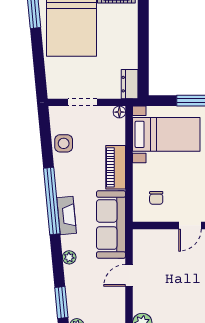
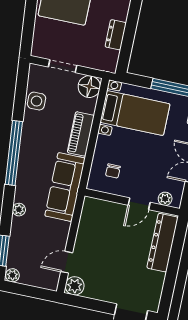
dresser: (130, 84) -> (116, 35), moved
floor lamp: (119, 112) -> (89, 87), width x1.89, depth x1.89
fireplace: (67, 216) -> (25, 170), removed
door: (129, 275) -> (67, 262), moved

